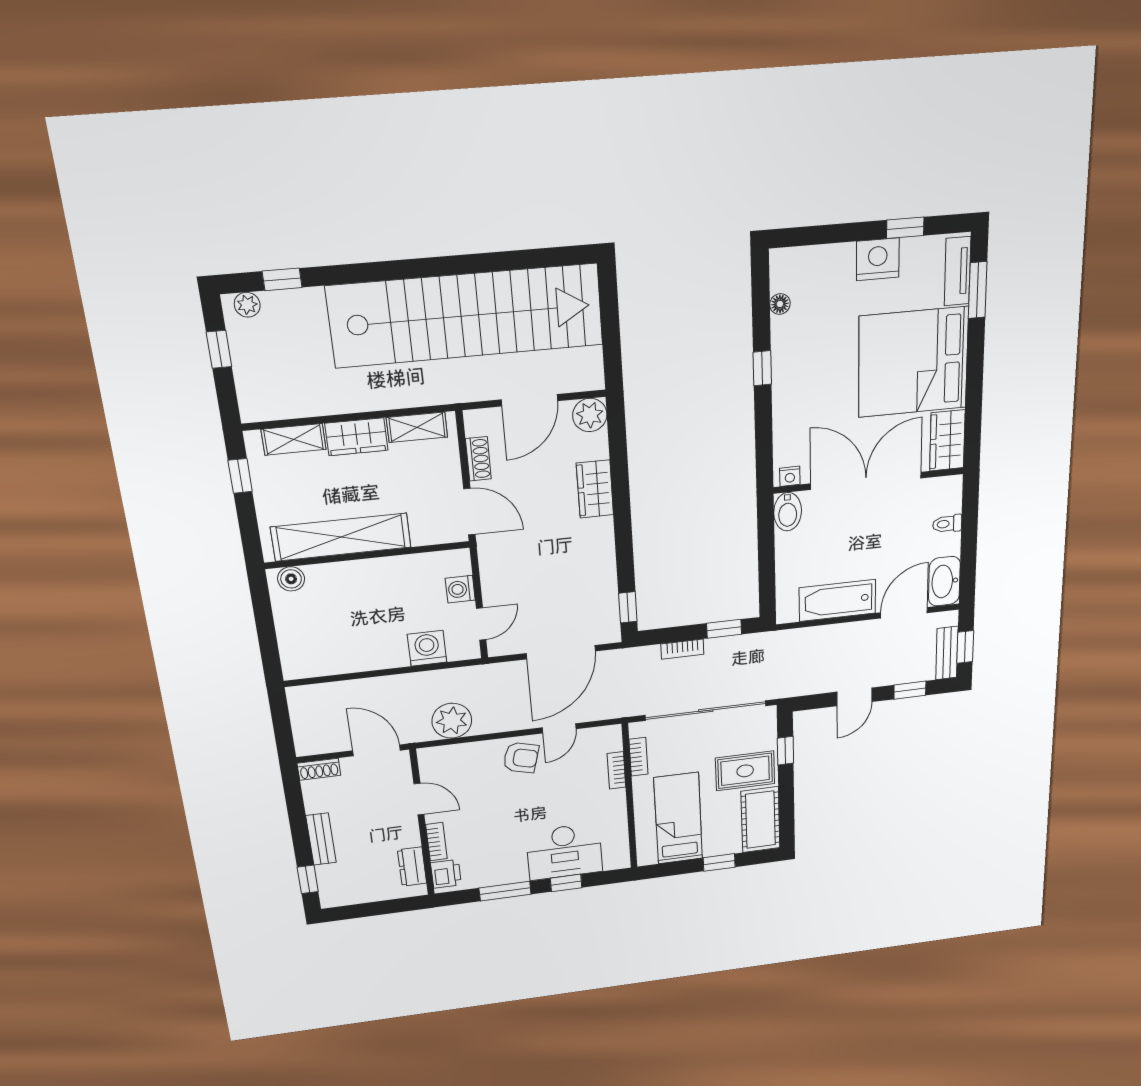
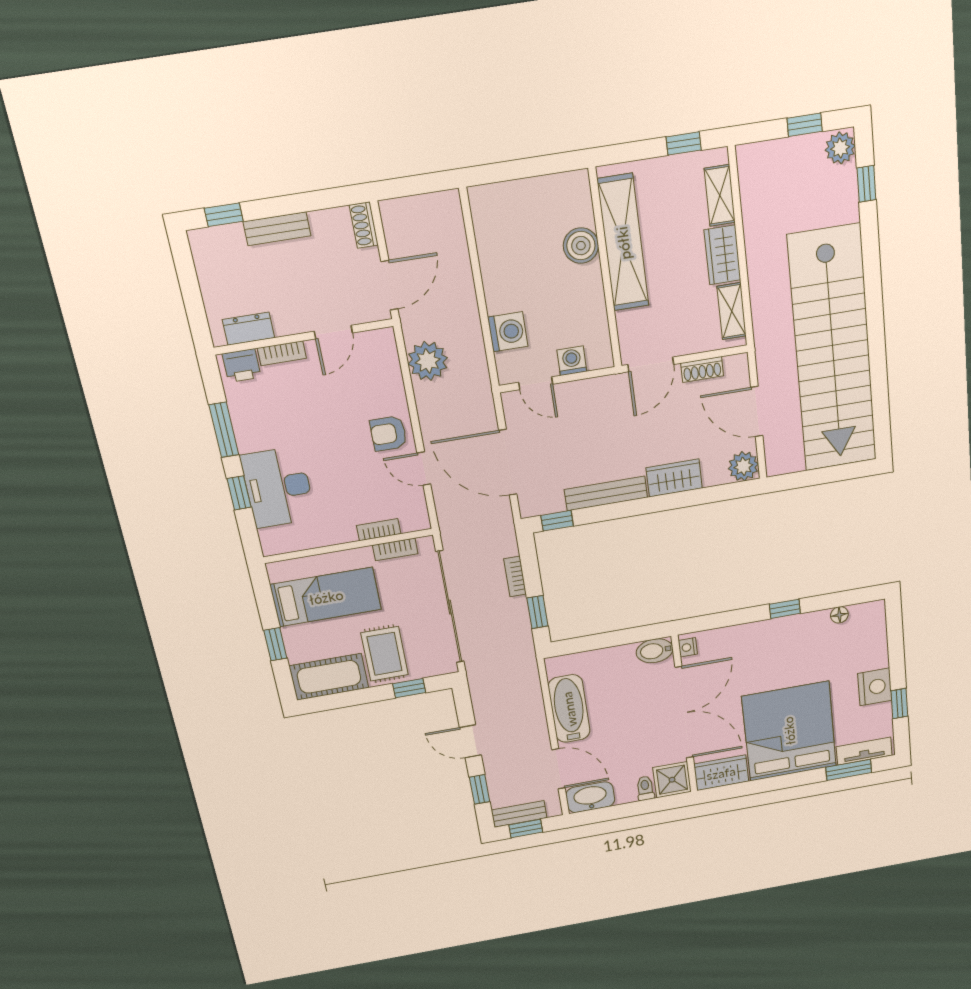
plant: (247, 305) -> (840, 148), width x1.38, depth x1.38
shower: (944, 495) -> (672, 780), added
bench: (604, 559) -> (606, 494), added
boiler: (291, 579) -> (581, 246), moved, width x1.36, depth x1.36
armchair: (521, 758) -> (388, 433), turned 75

